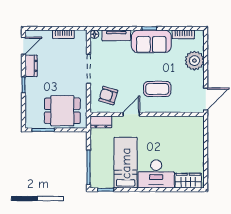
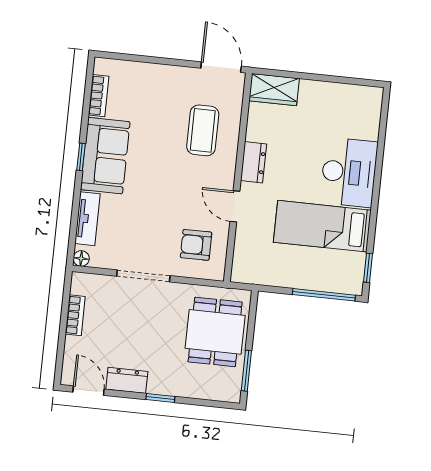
plant: (194, 61) -> (149, 80), removed
coffee table: (157, 89) -> (203, 130), moved
armchair: (108, 96) -> (196, 245), turned 73
dresser: (101, 122) -> (253, 162), moved
wardrobe: (188, 181) -> (274, 90), moved, turned -90

